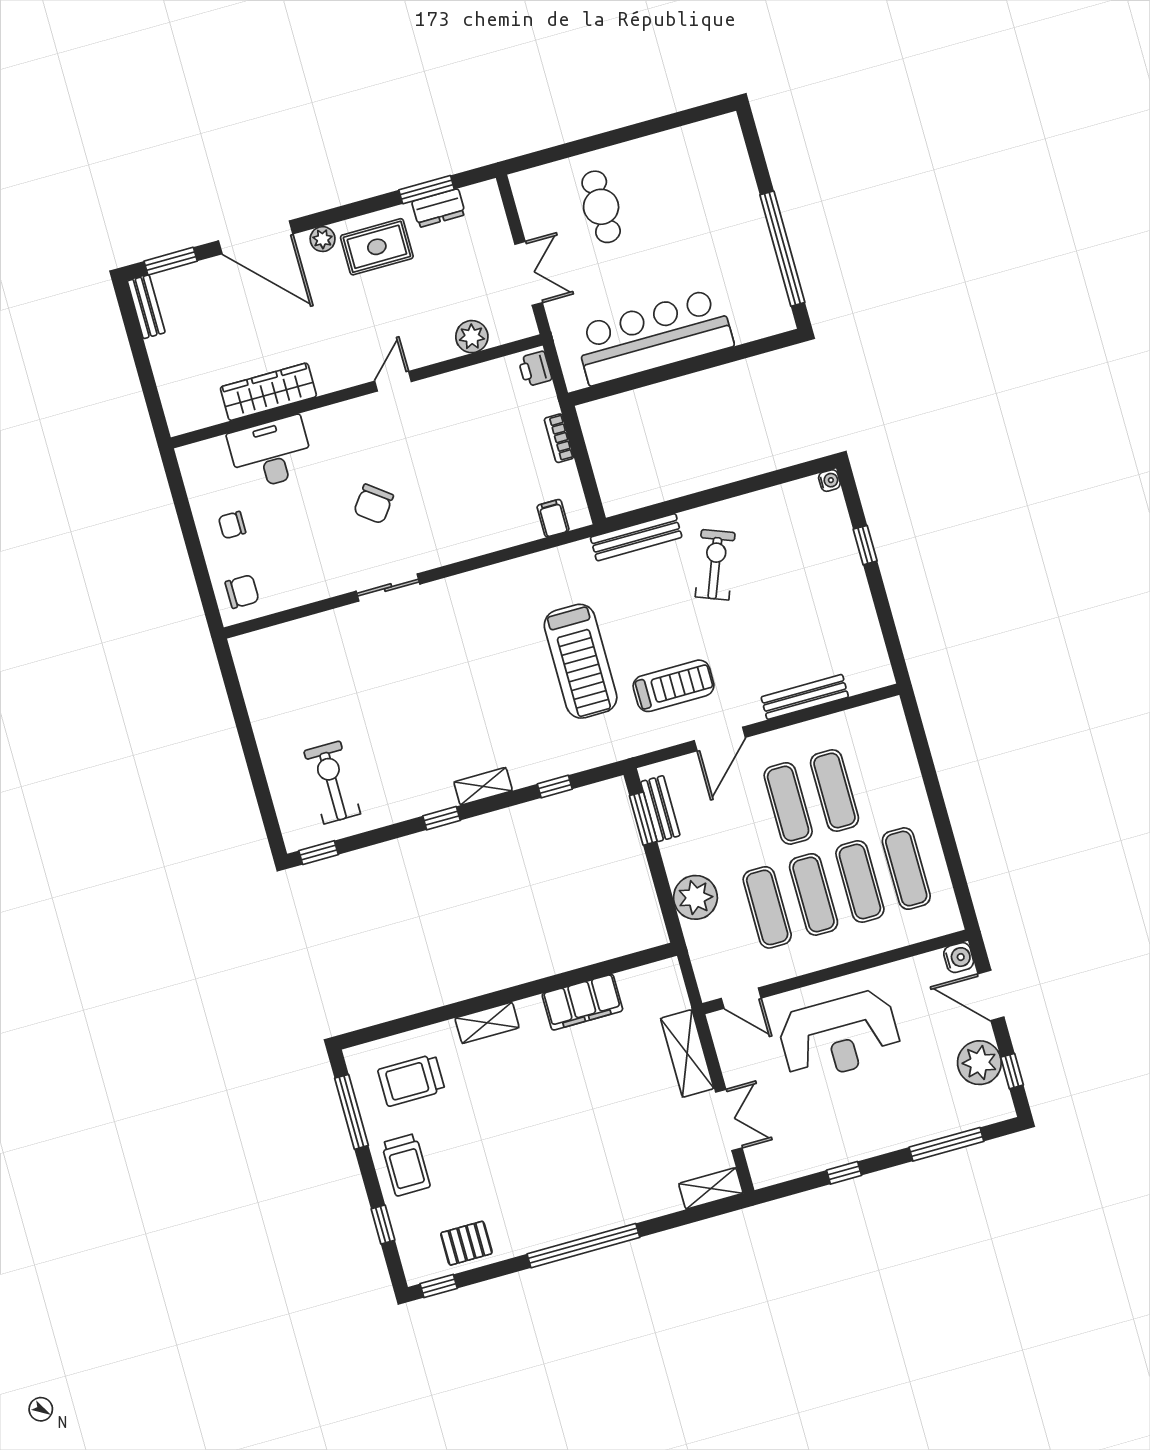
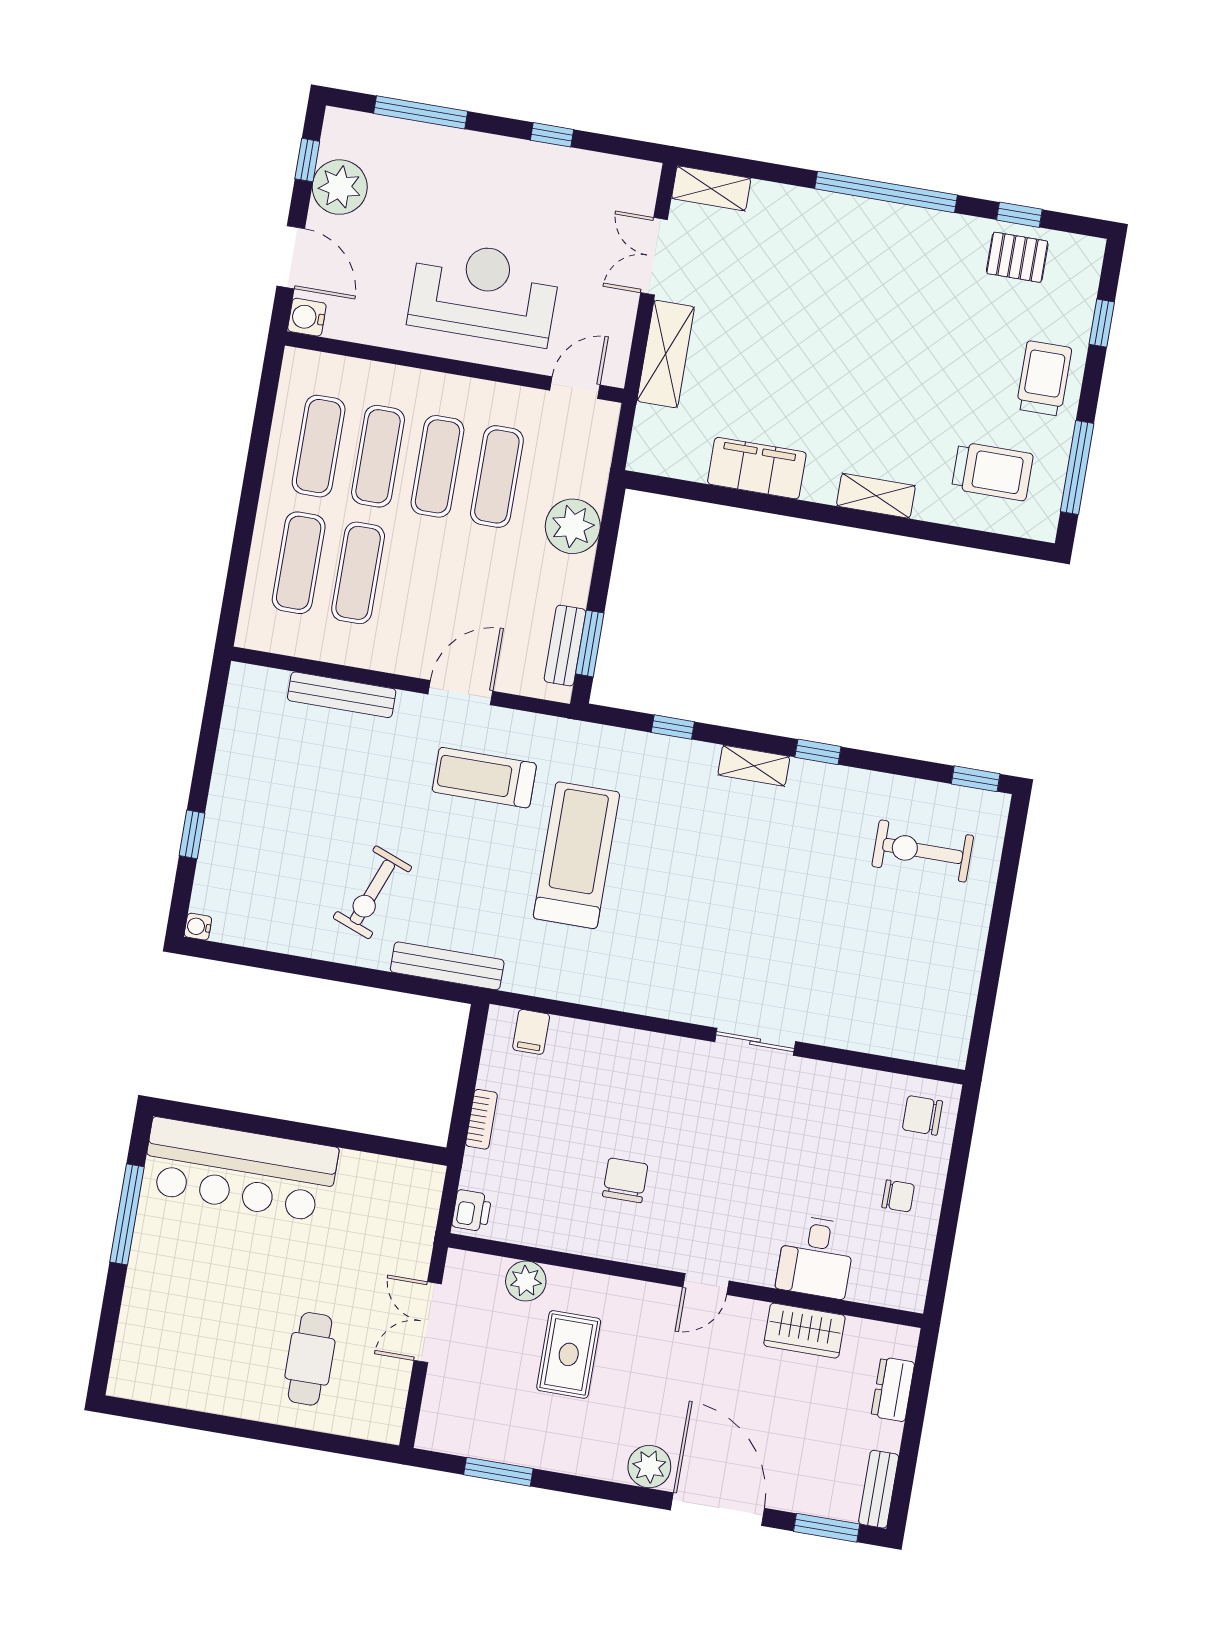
dresser: (439, 208) -> (893, 1389), moved, turned -90
plant: (323, 239) -> (649, 1467), width x1.38, depth x1.38
rug: (377, 247) -> (569, 1354), moved, turned 90
window: (782, 249) -> (127, 1214), width x0.68
bar counter: (654, 337) -> (240, 1170), moved
door: (393, 381) -> (706, 1284), moved
wardrobe: (268, 392) -> (804, 1331), width x0.67
desk: (271, 453) -> (816, 1257), width x0.73
chair: (373, 504) -> (625, 1180), moved, turned -37
exercise bike: (332, 782) -> (923, 851), turned 90
exercise mat: (788, 803) -> (299, 563), moved
door: (741, 998) -> (575, 388), hinge flipped
window: (439, 1286) -> (1019, 215), moved

